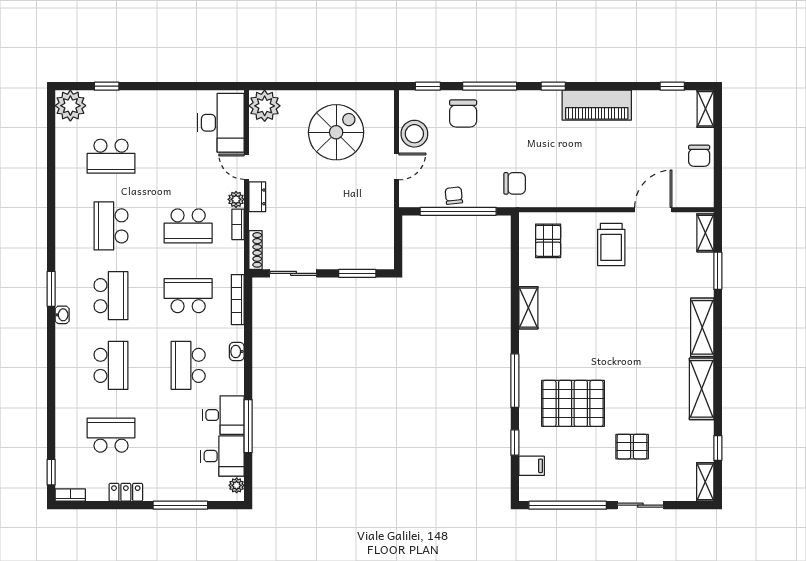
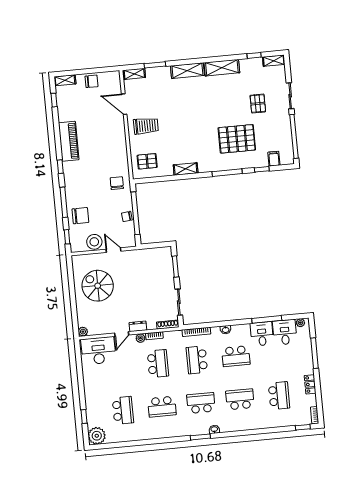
plant: (265, 106) -> (83, 332), width x0.53, depth x0.53
pallet: (573, 403) -> (237, 139), turned 90
school desk: (111, 435) -> (279, 396), turned 180

